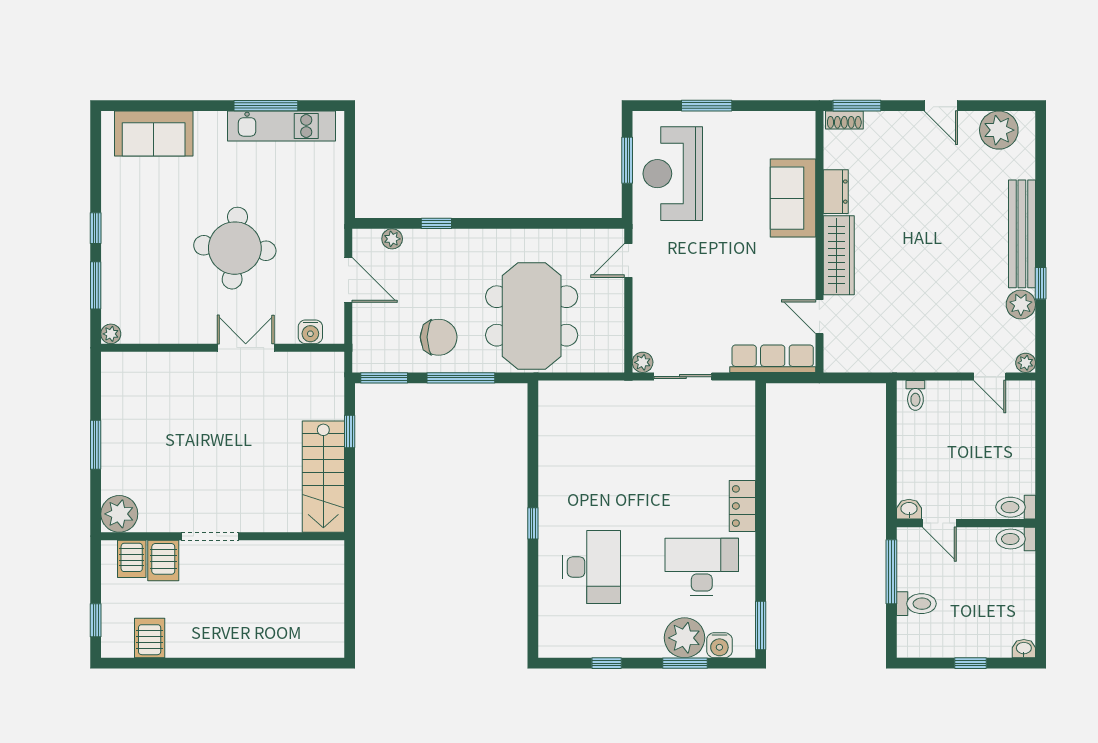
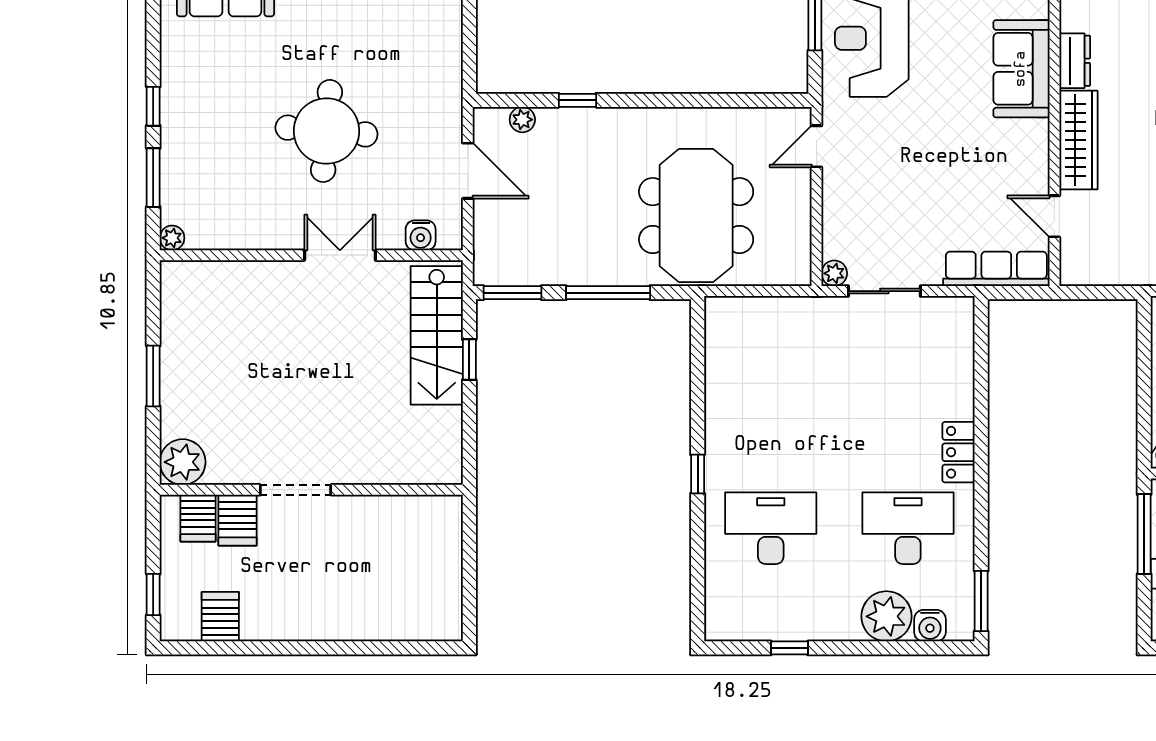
chair: (439, 337) -> (580, 242), removed
stairs: (323, 477) -> (437, 335), moved
desk: (592, 567) -> (771, 528), turned -90
window: (685, 663) -> (887, 648), removed

